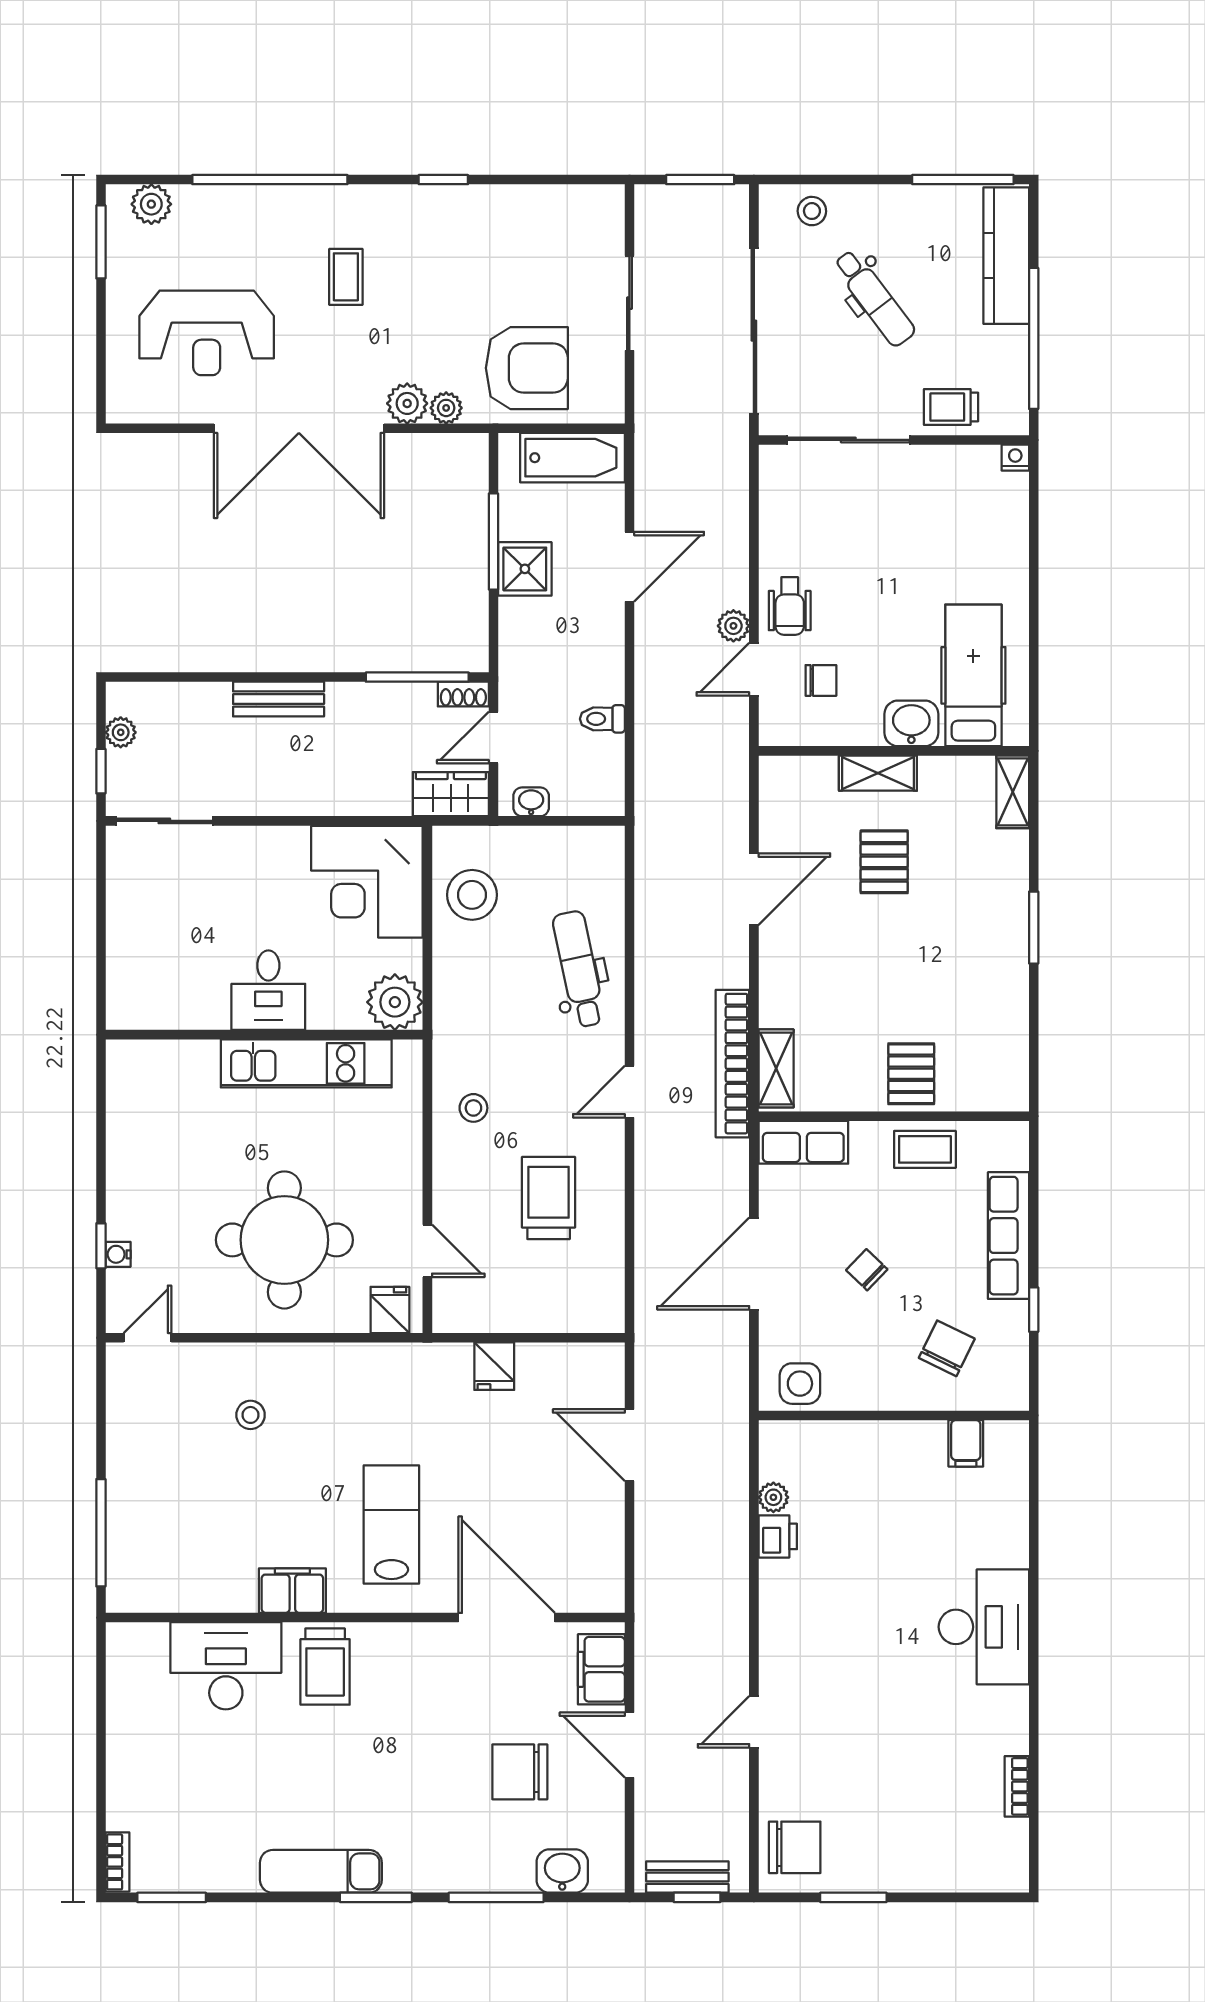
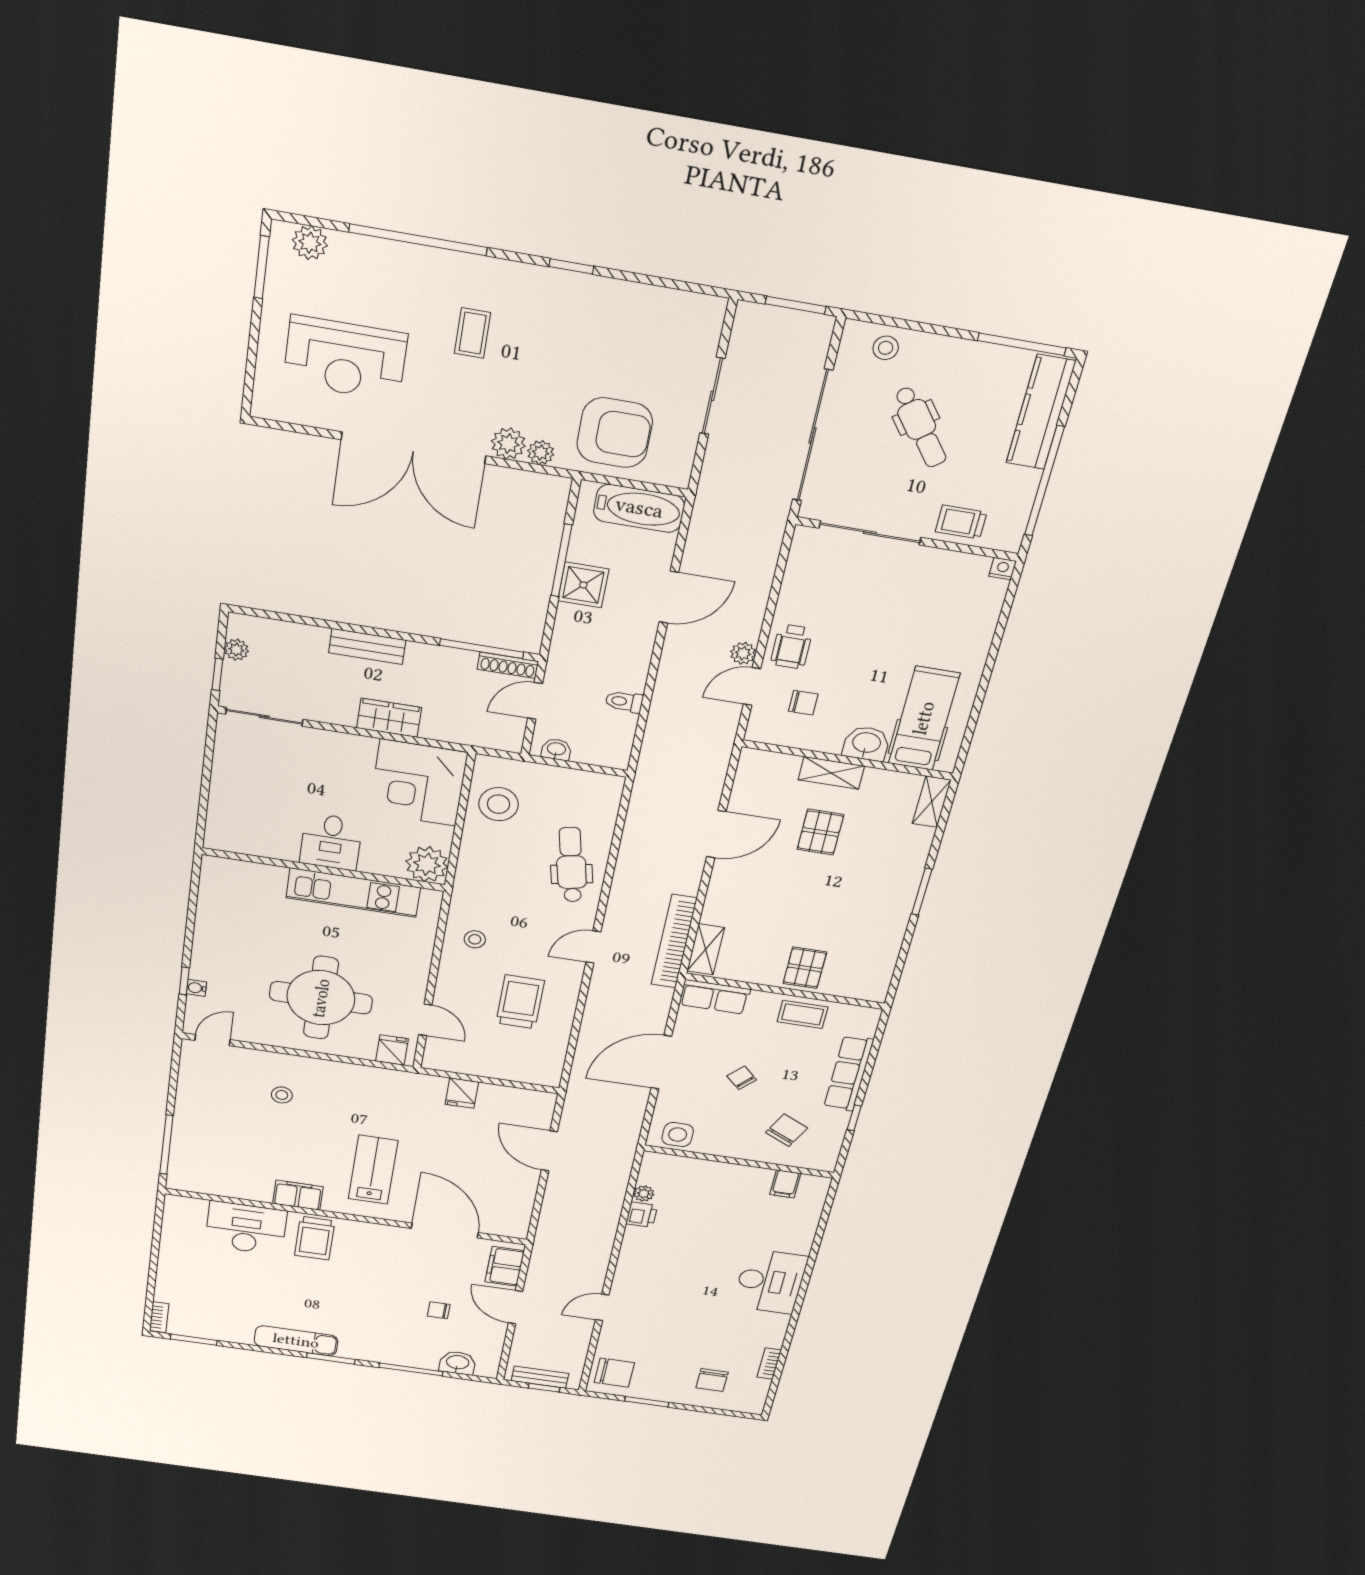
shoe rack: (463, 694) -> (508, 665), width x1.43
wardrobe: (451, 794) -> (389, 718), moved
chair: (520, 1772) -> (439, 1310), width x0.54, depth x0.54
chair: (940, 1835) -> (712, 1380), added

